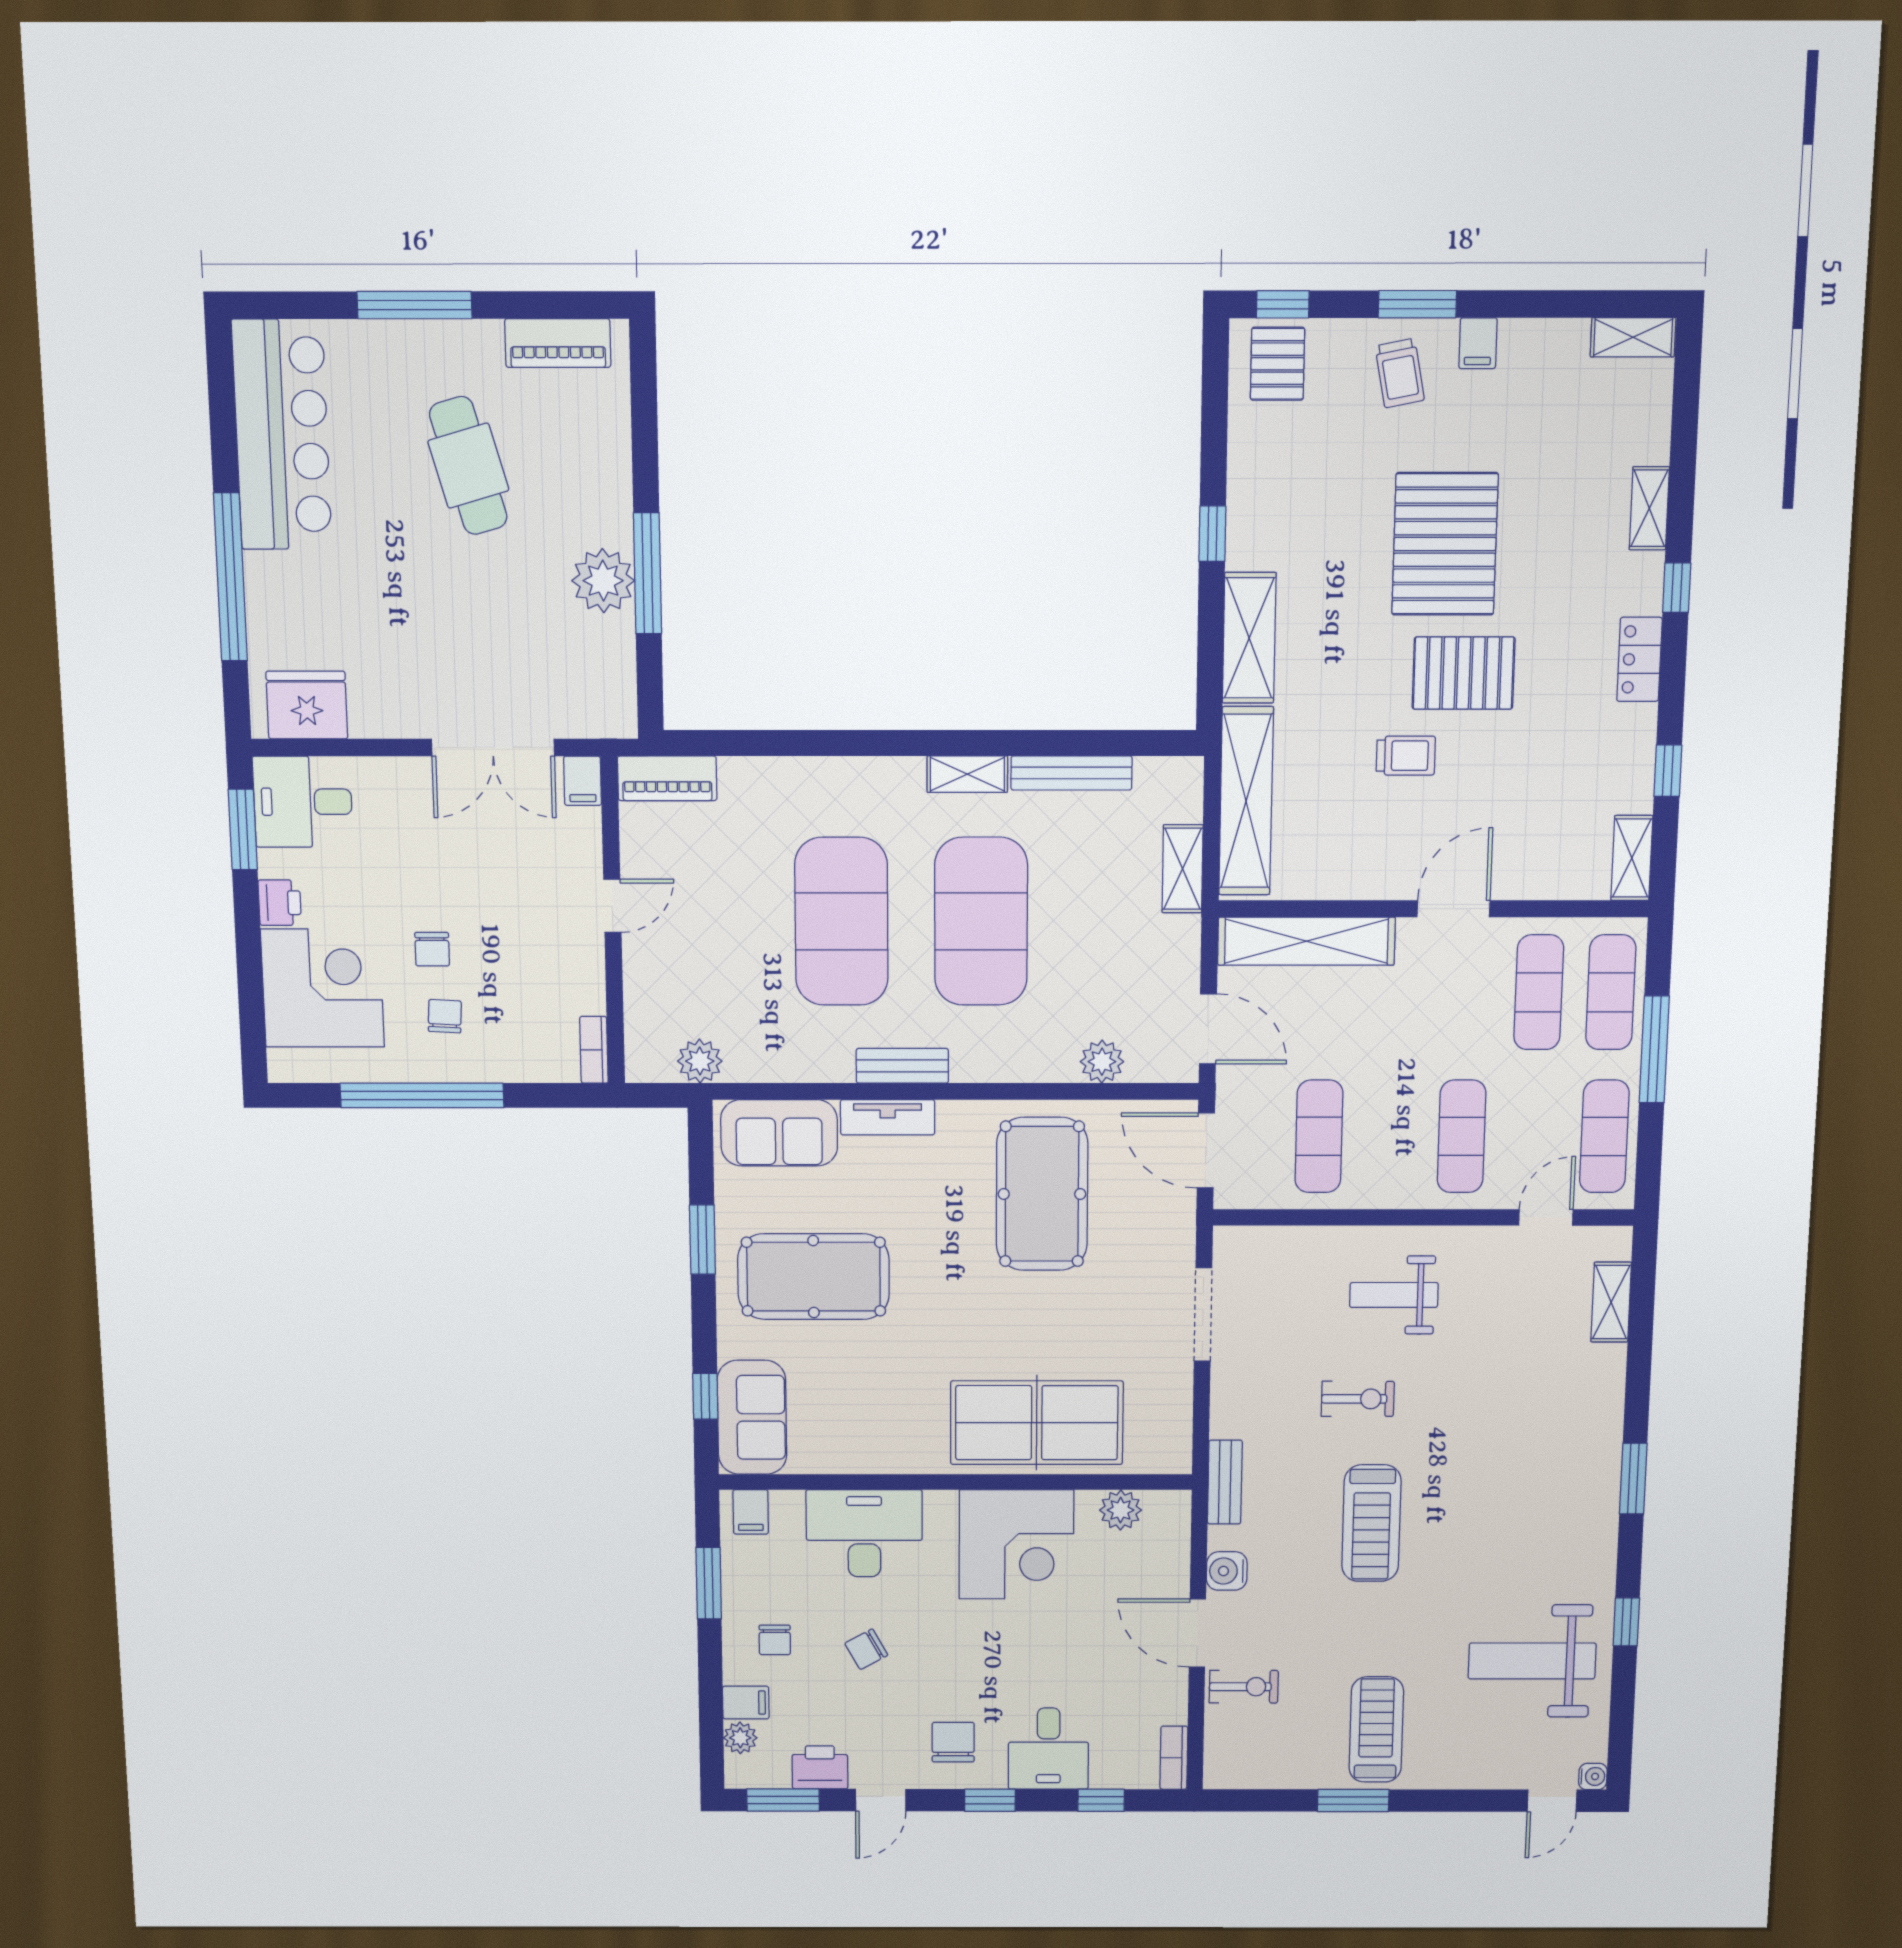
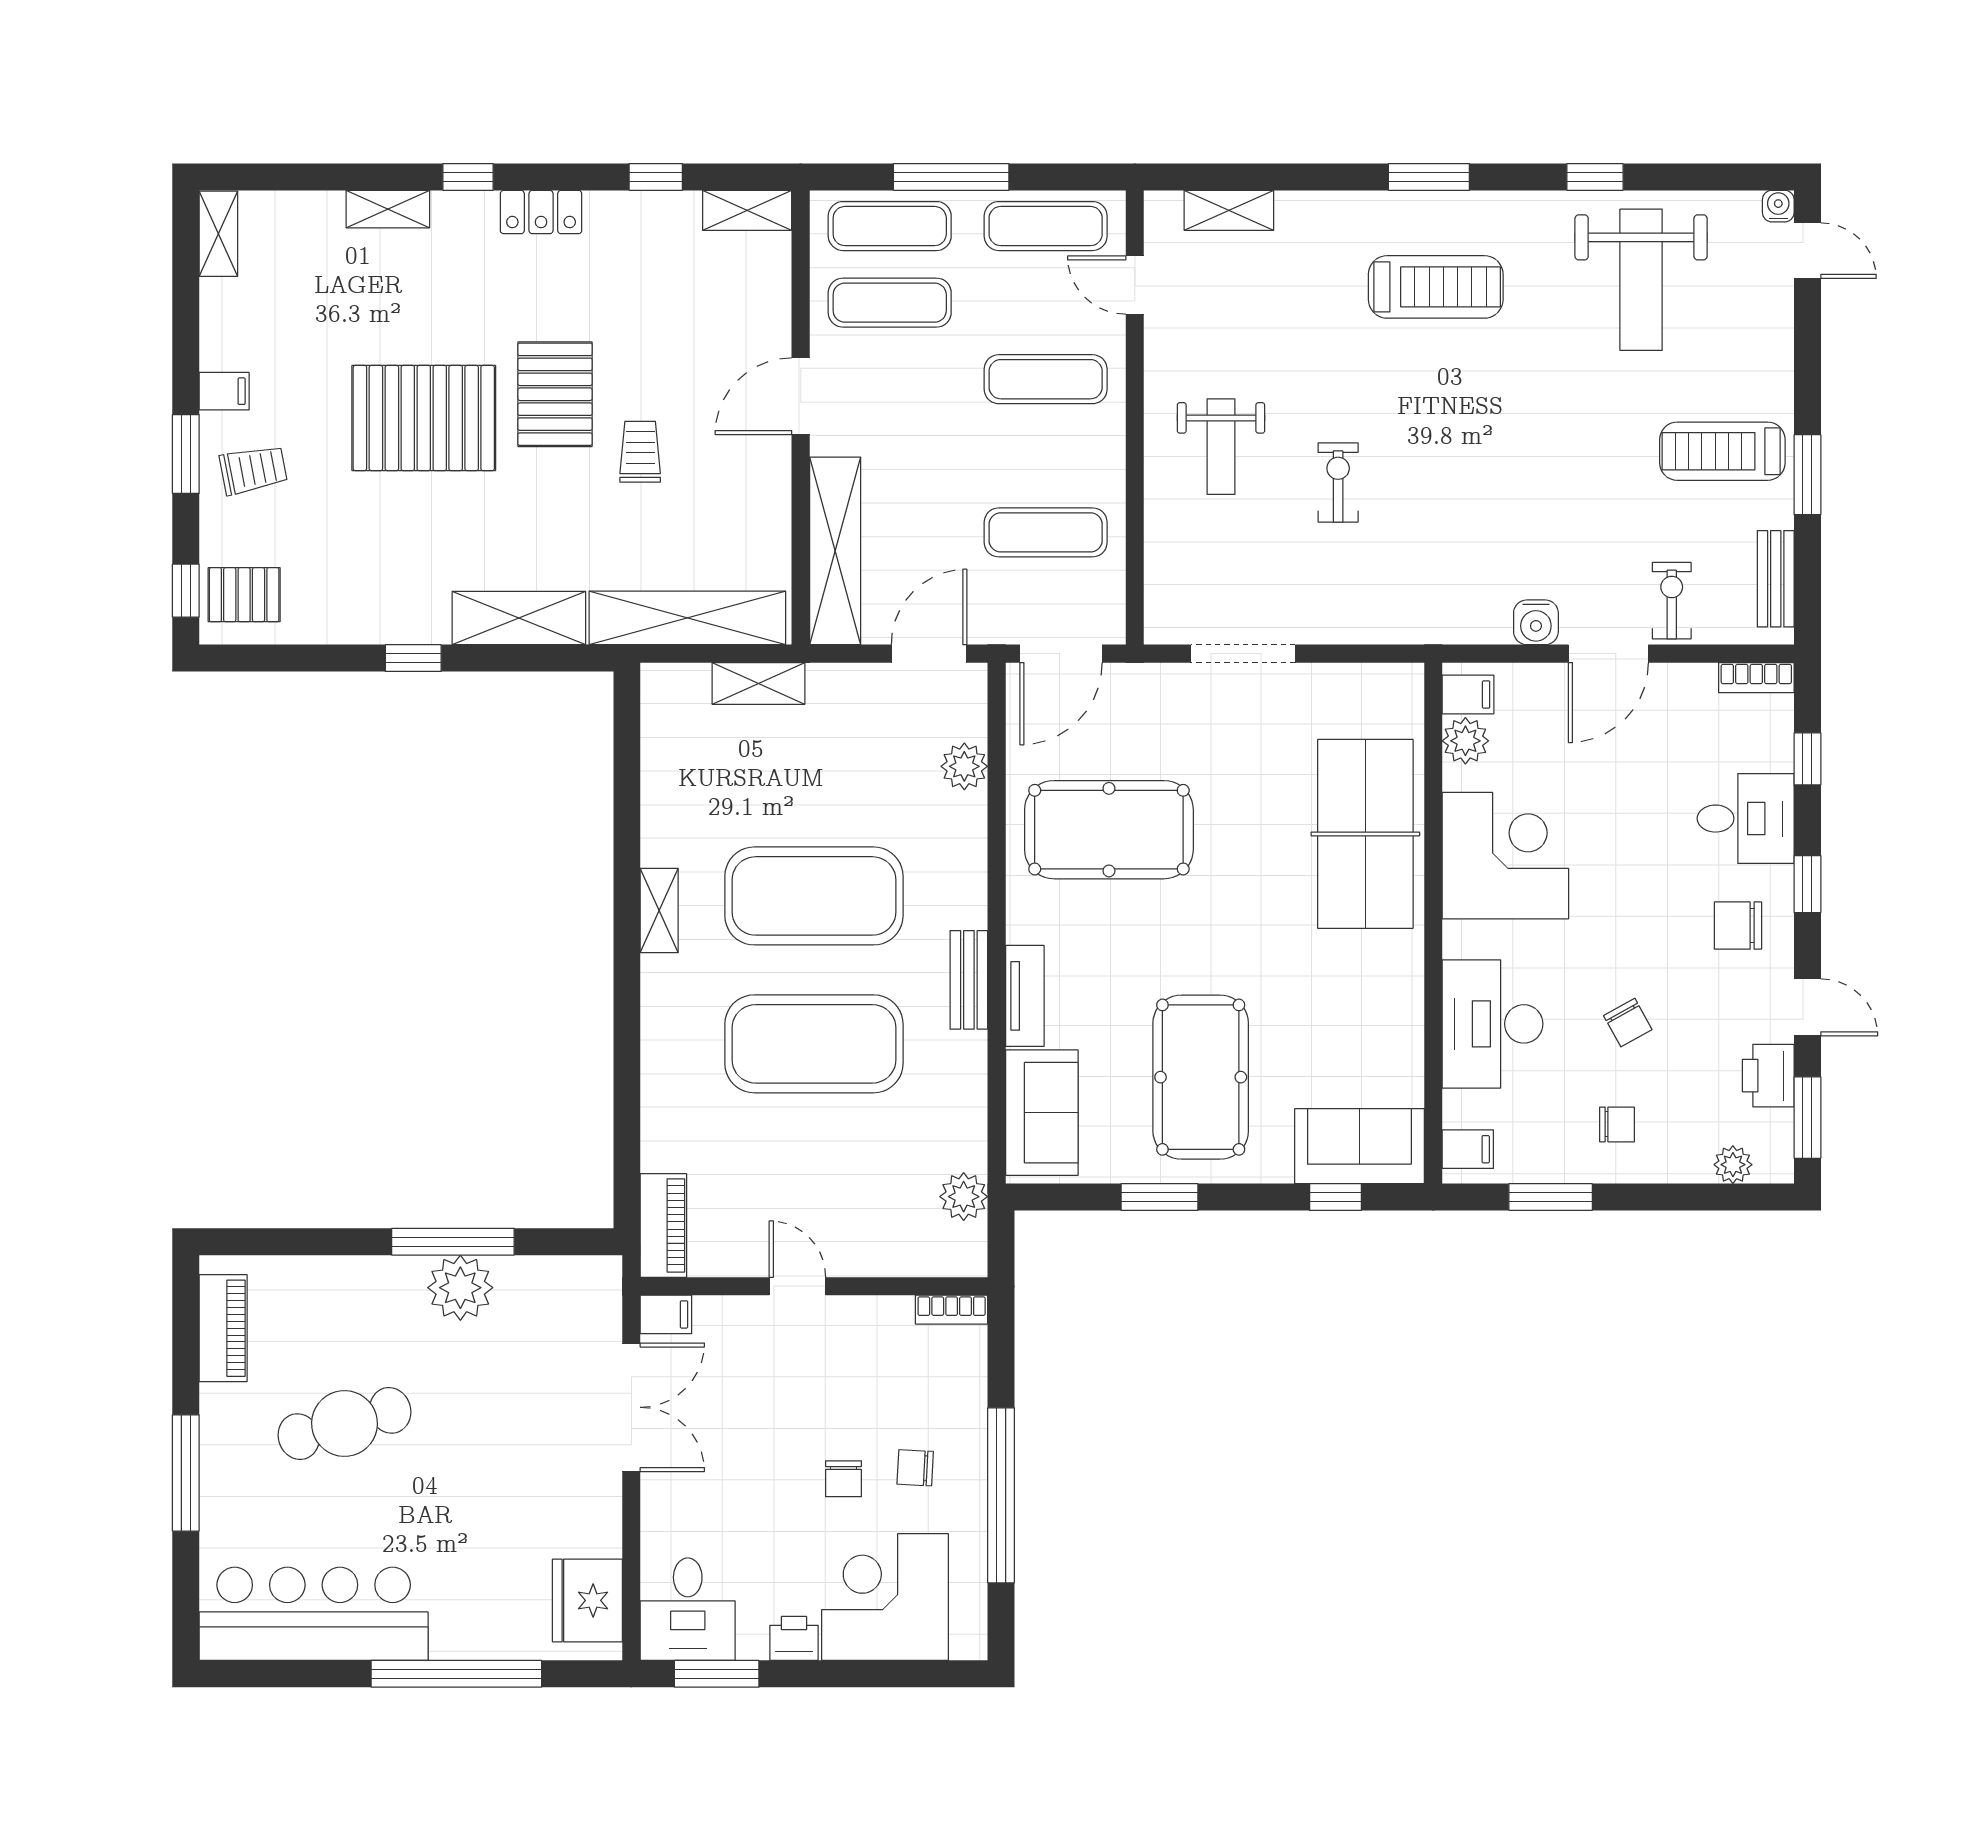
bench: (1071, 773) -> (658, 801), removed
door: (1454, 909) -> (801, 396), hinge flipped
chair: (432, 949) -> (843, 1479), turned 90
bench: (1225, 1482) -> (1776, 579), moved, turned 90
treadmill: (1371, 1523) -> (1436, 287), moved
filing cabinet: (746, 1703) -> (1468, 694), moved, turned 90

